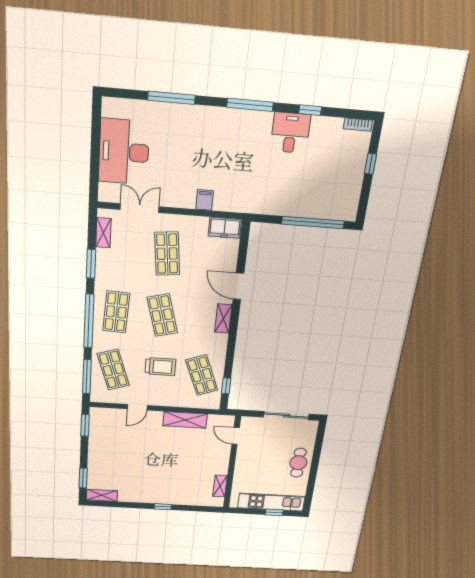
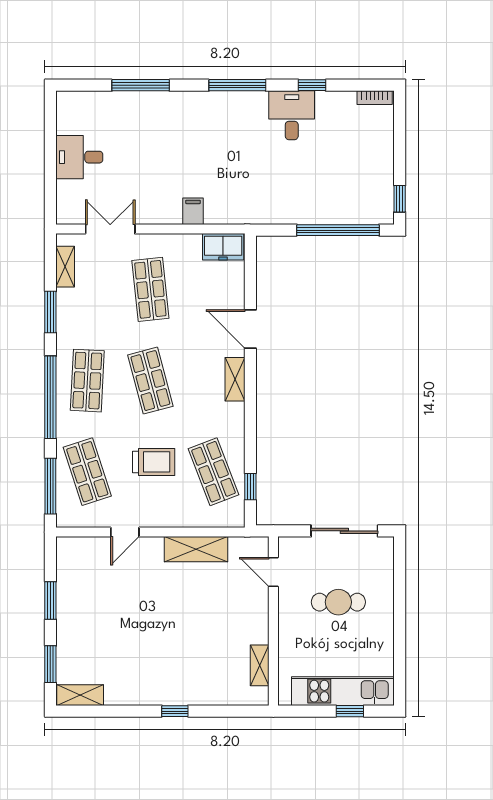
desk: (124, 152) -> (79, 157), width x0.53, depth x0.77
window: (371, 164) -> (400, 199), moved
window: (85, 425) -> (50, 600), moved
cafe table: (298, 463) -> (338, 602), moved, turned 90

